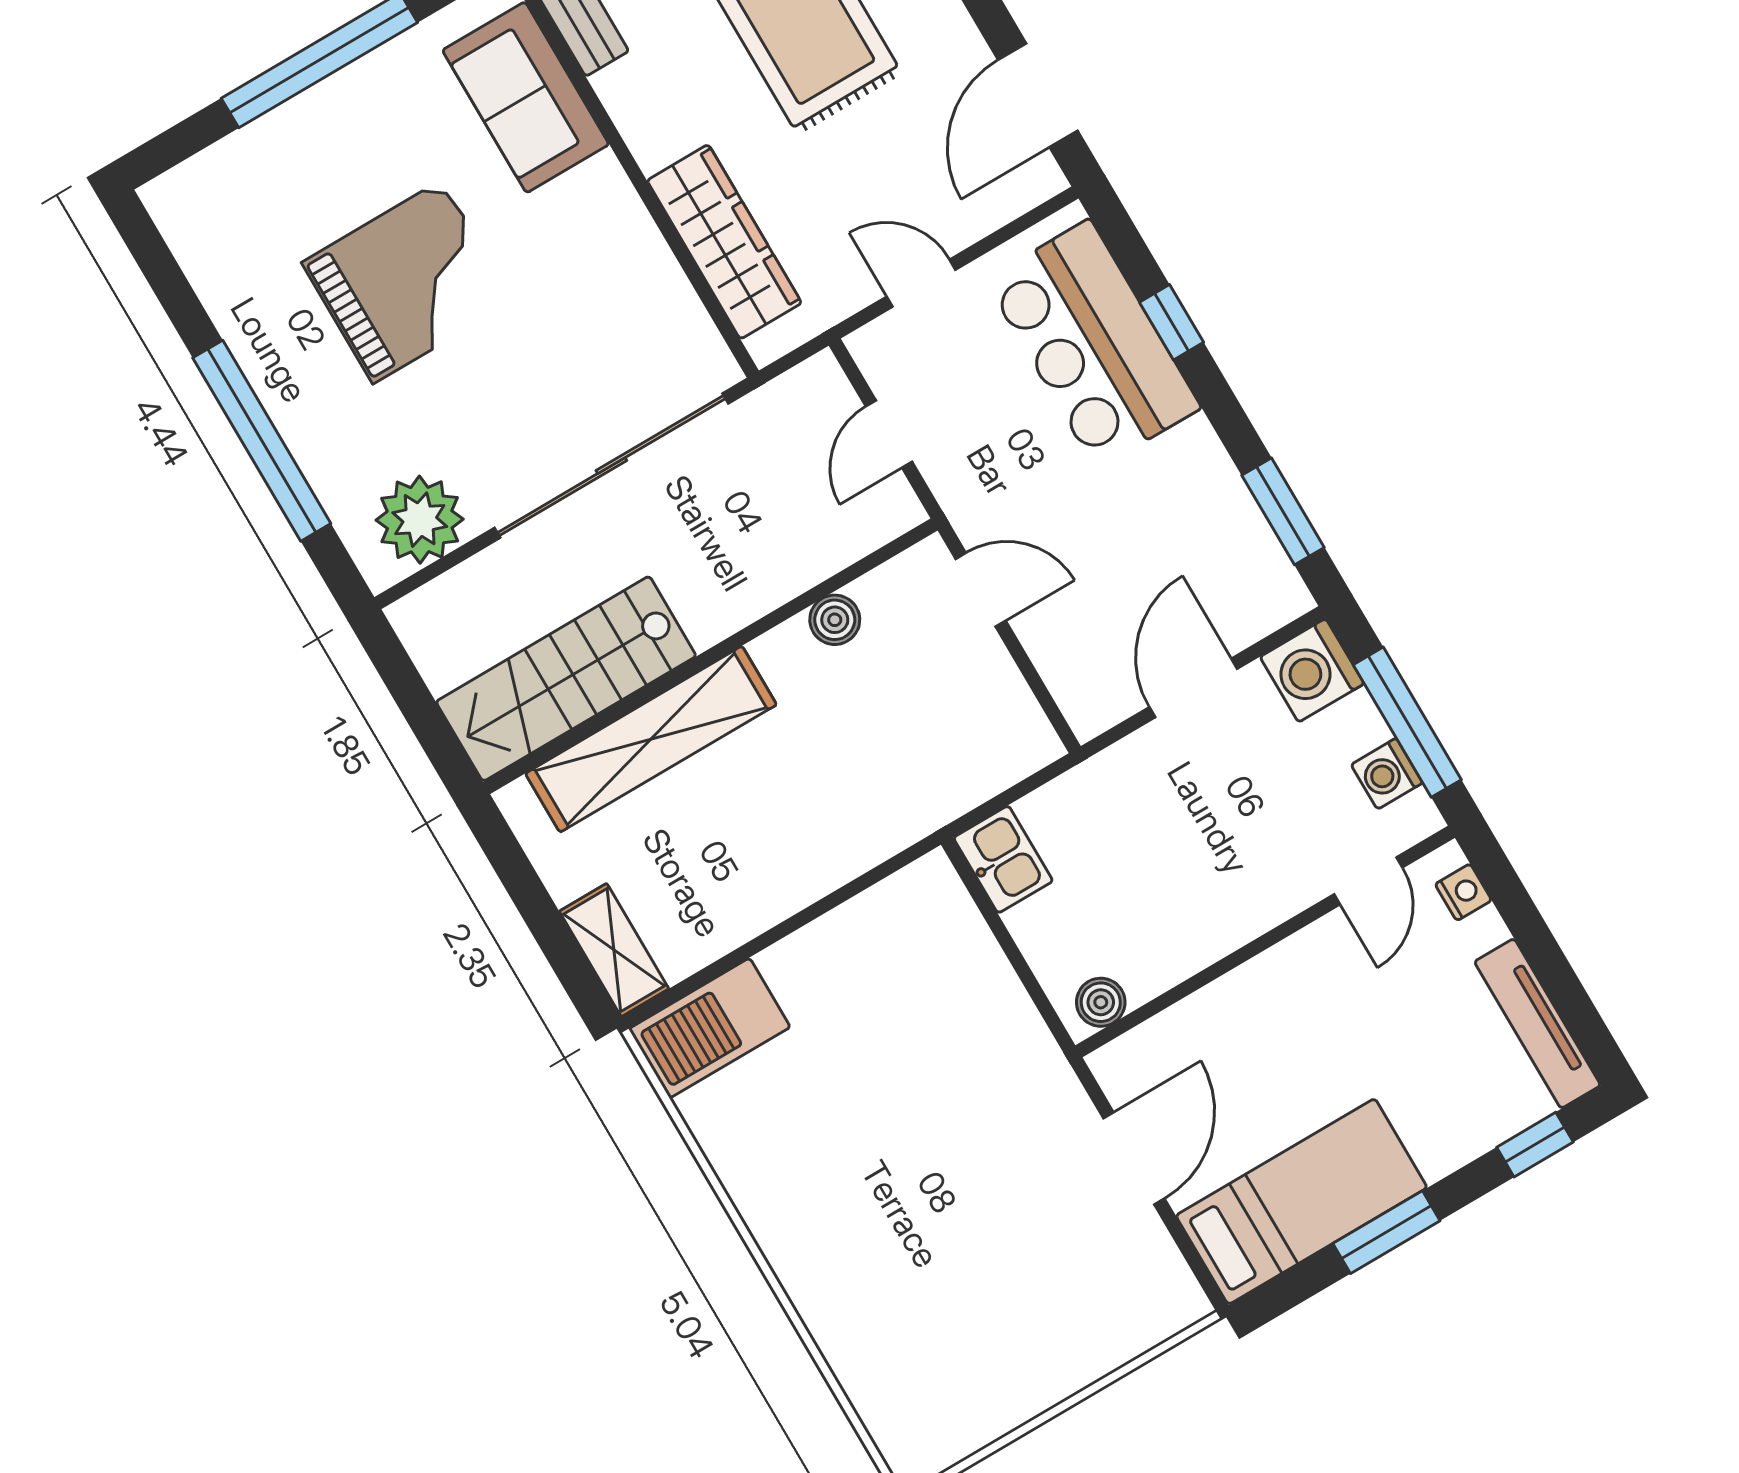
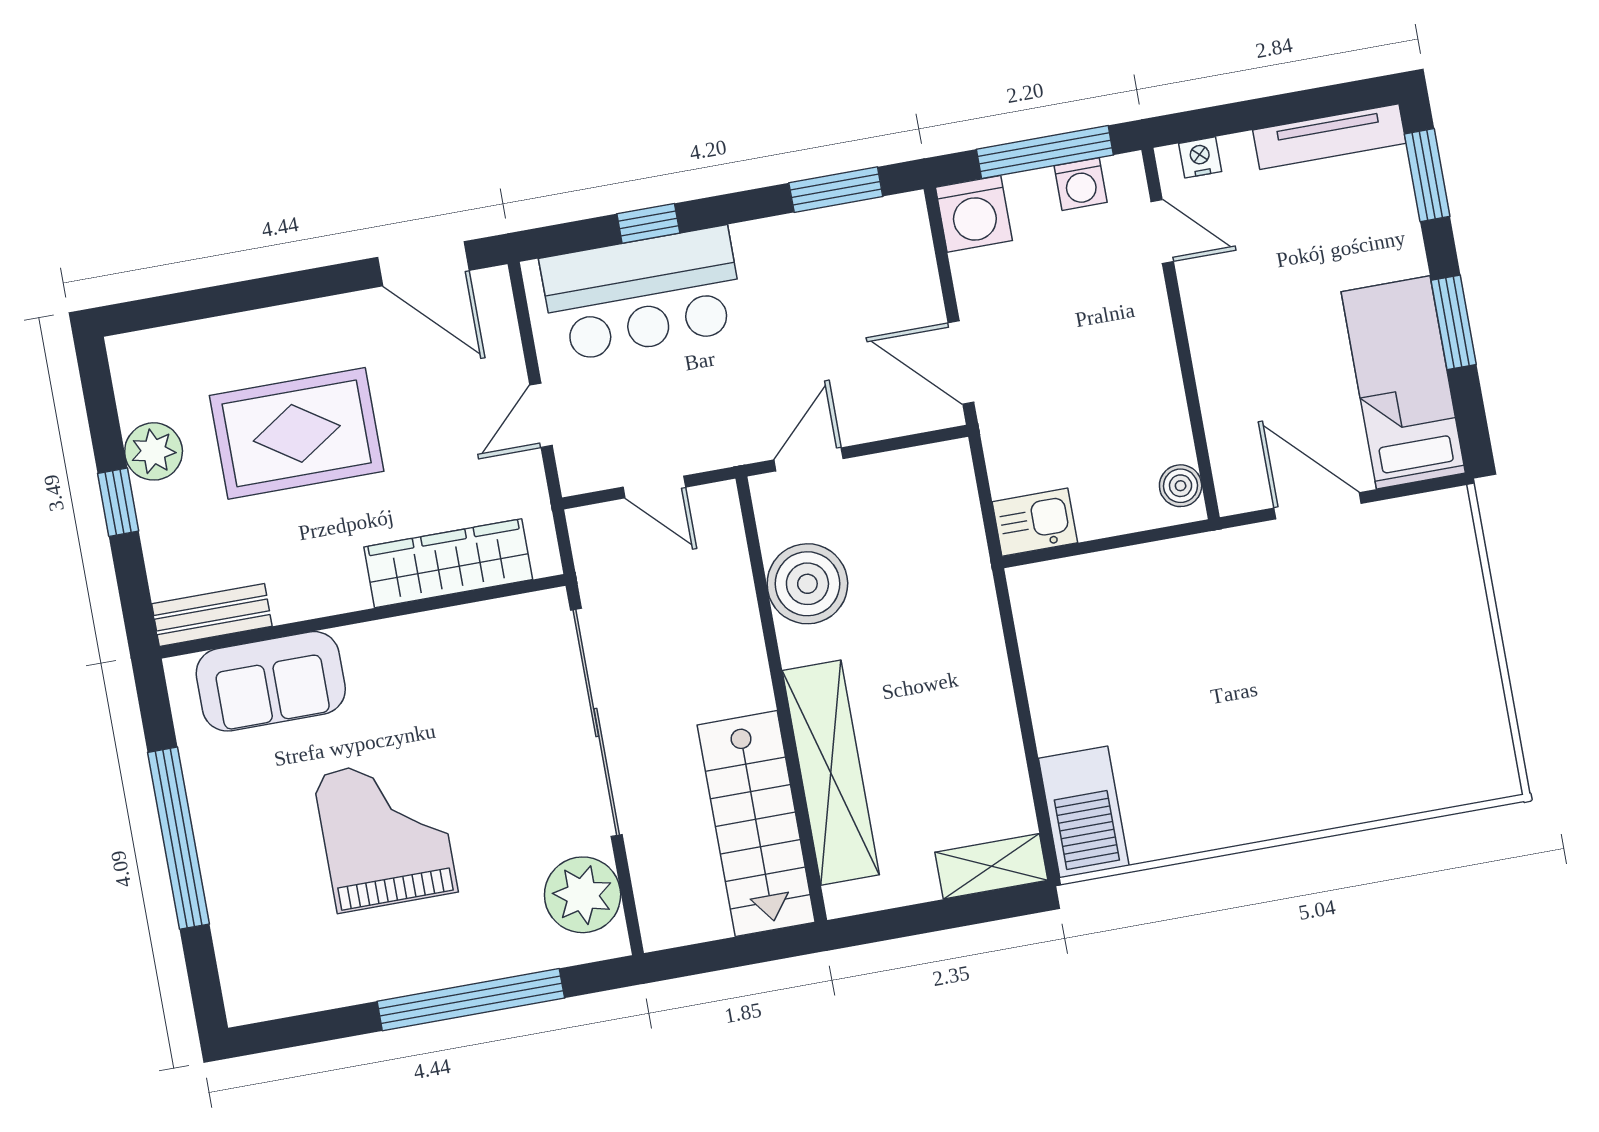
boiler: (835, 620) -> (807, 584), width x1.86, depth x1.86
door: (1193, 688) -> (961, 363), moved
window: (1535, 1145) -> (1427, 175), width x1.50

